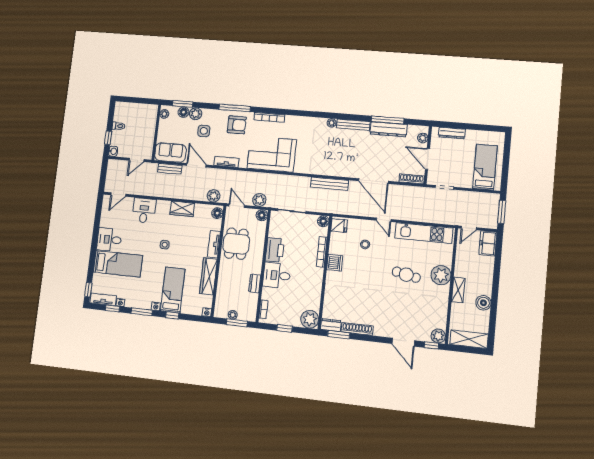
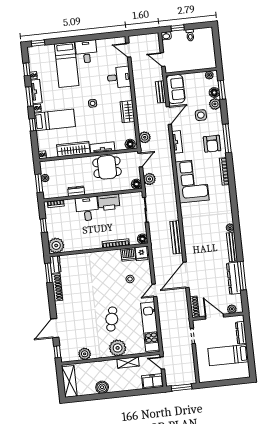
door: (427, 159) -> (215, 317), hinge flipped
bed: (485, 167) -> (228, 355), moved, turned 180
dishwasher: (335, 263) -> (128, 254), moved
shelving: (458, 290) -> (128, 362), moved
tv unit: (103, 299) -> (36, 92), moved
plant: (438, 336) -> (85, 354), moved

